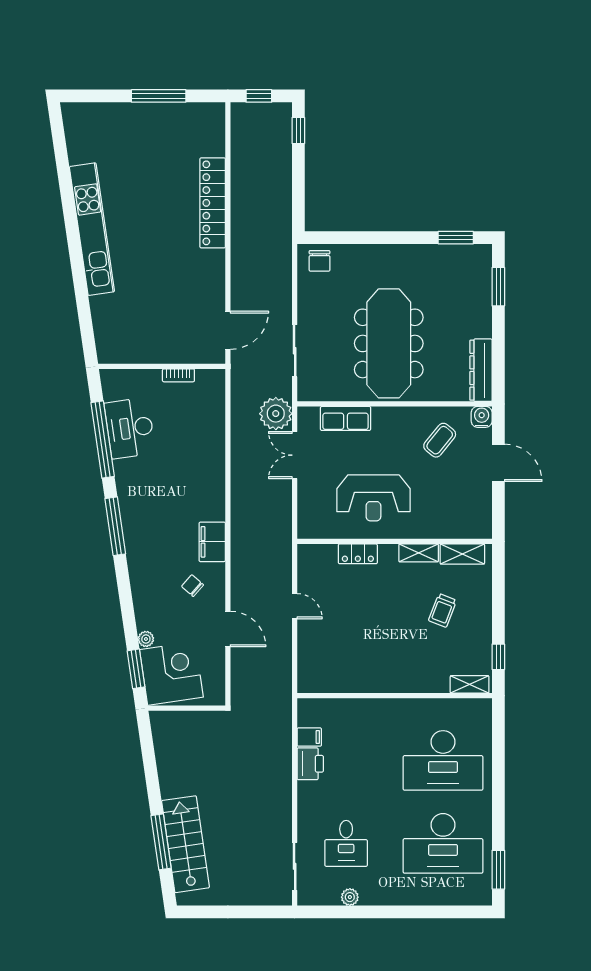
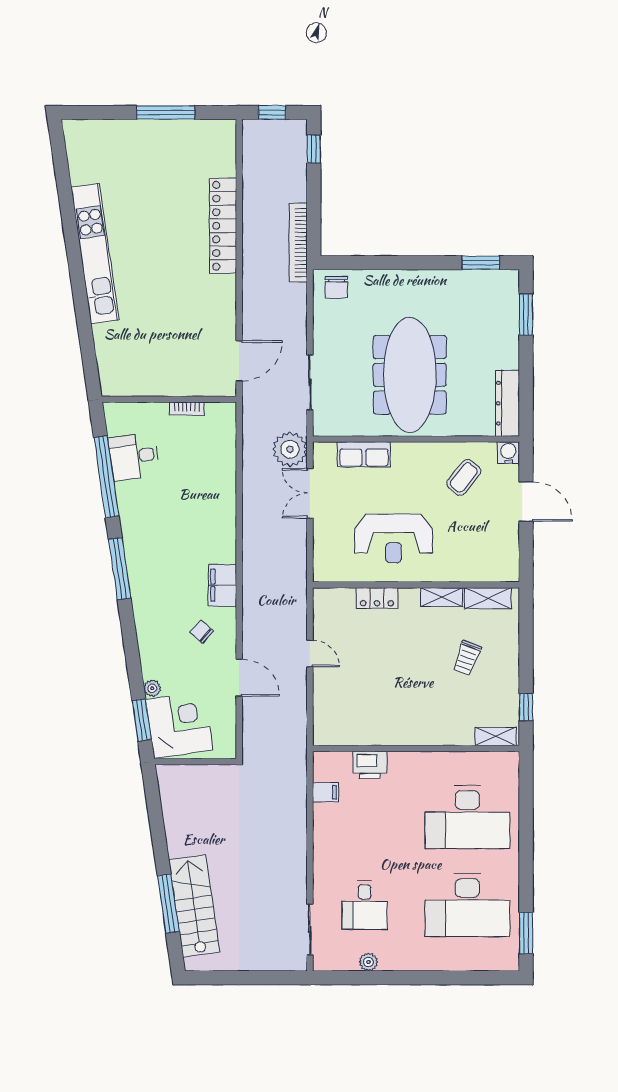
bookcase: (284, 219) -> (298, 243), added
desk: (130, 428) -> (134, 457), width x0.73
printer: (310, 764) -> (370, 765), moved, turned 90

